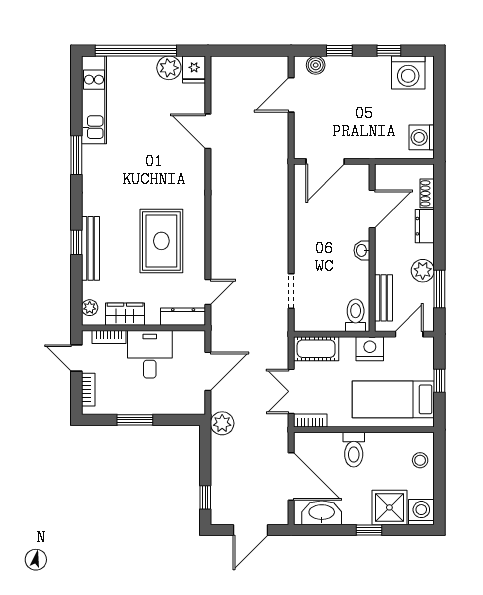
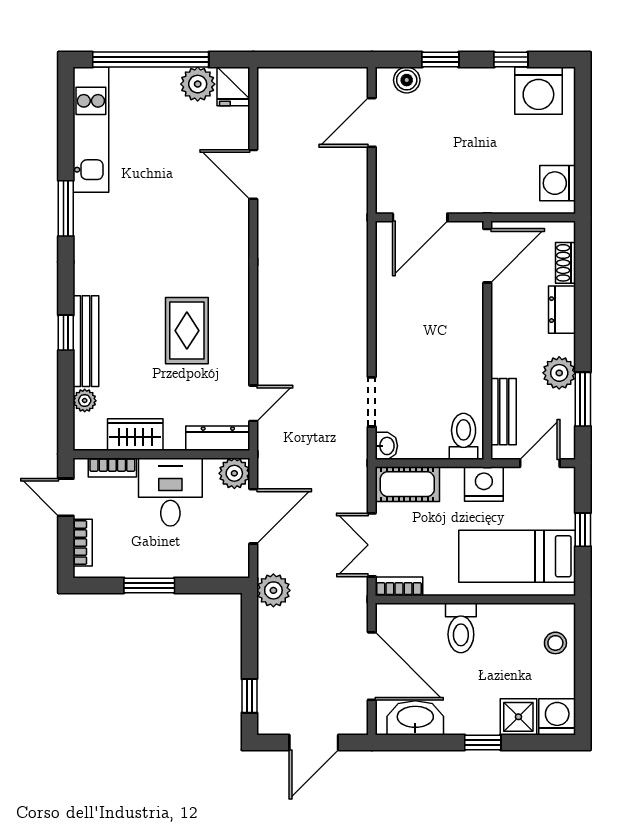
door: (372, 209) -> (487, 256), moved
rug: (161, 241) -> (187, 331), width x0.73, depth x0.70
washbasin: (362, 250) -> (386, 446), moved, turned 180
plant: (90, 308) -> (85, 401), moved
plant: (195, 341) -> (234, 473), added
shower: (389, 507) -> (518, 717), width x0.73, depth x0.73

